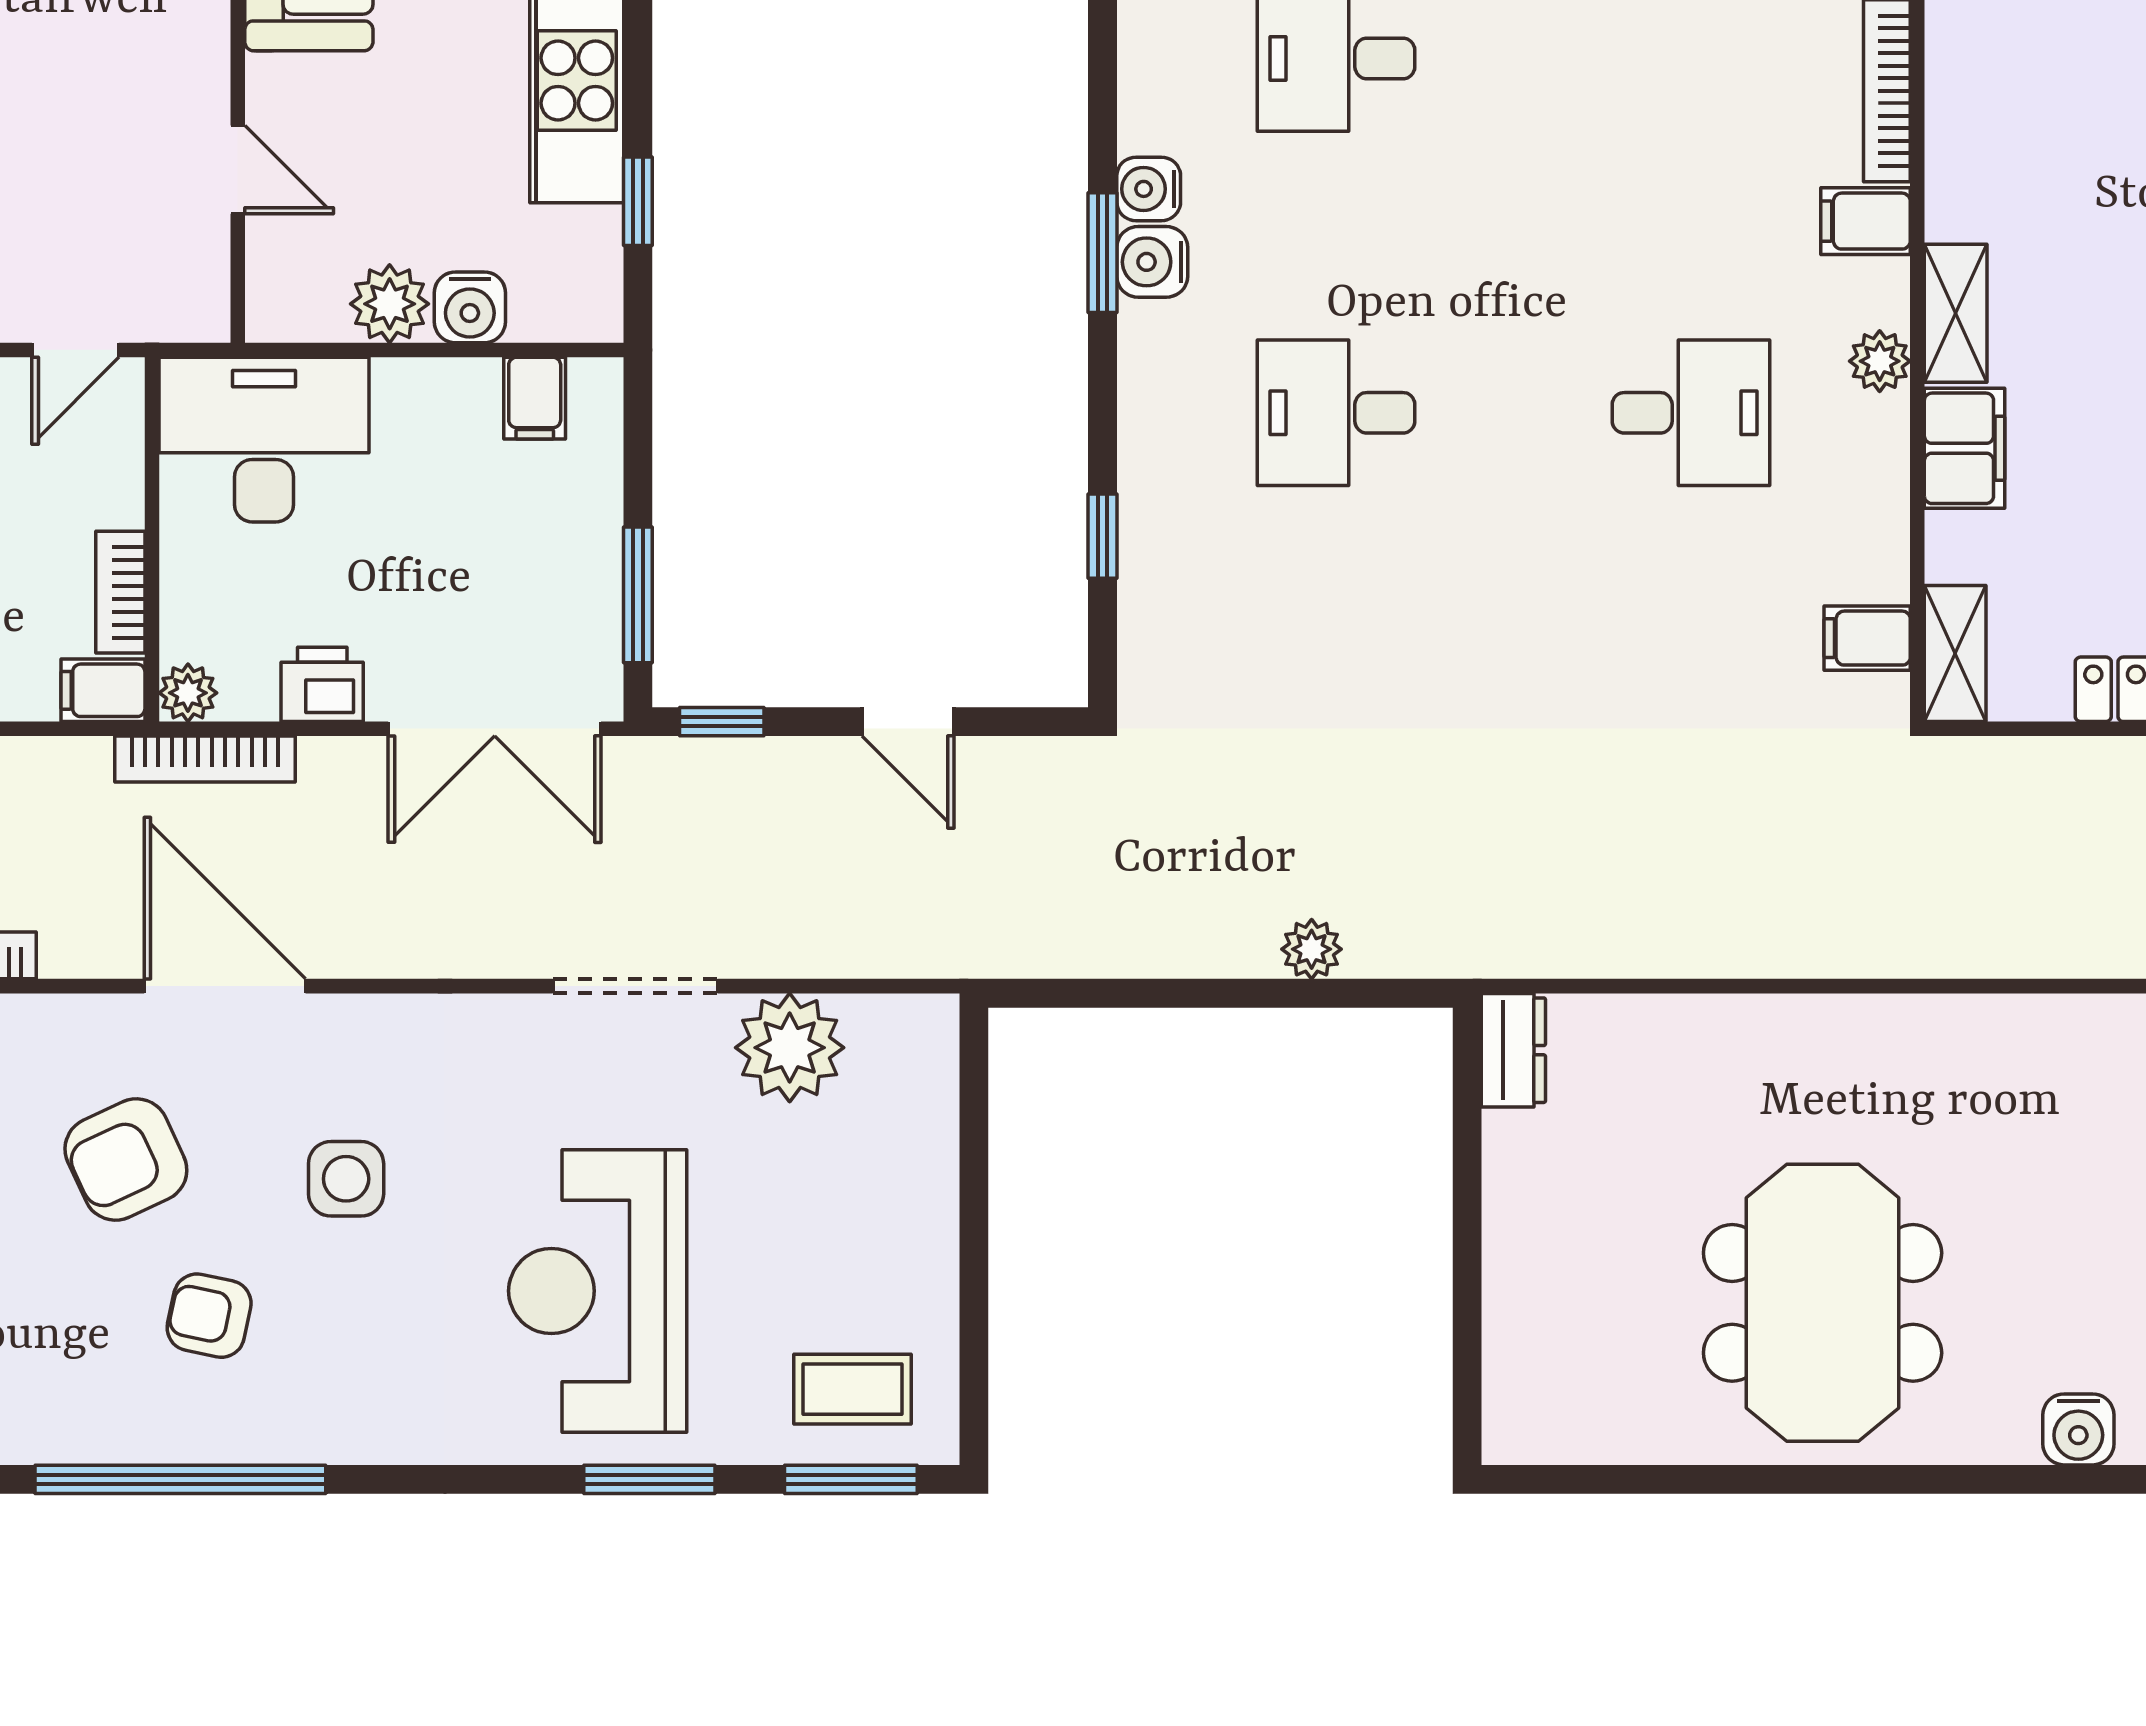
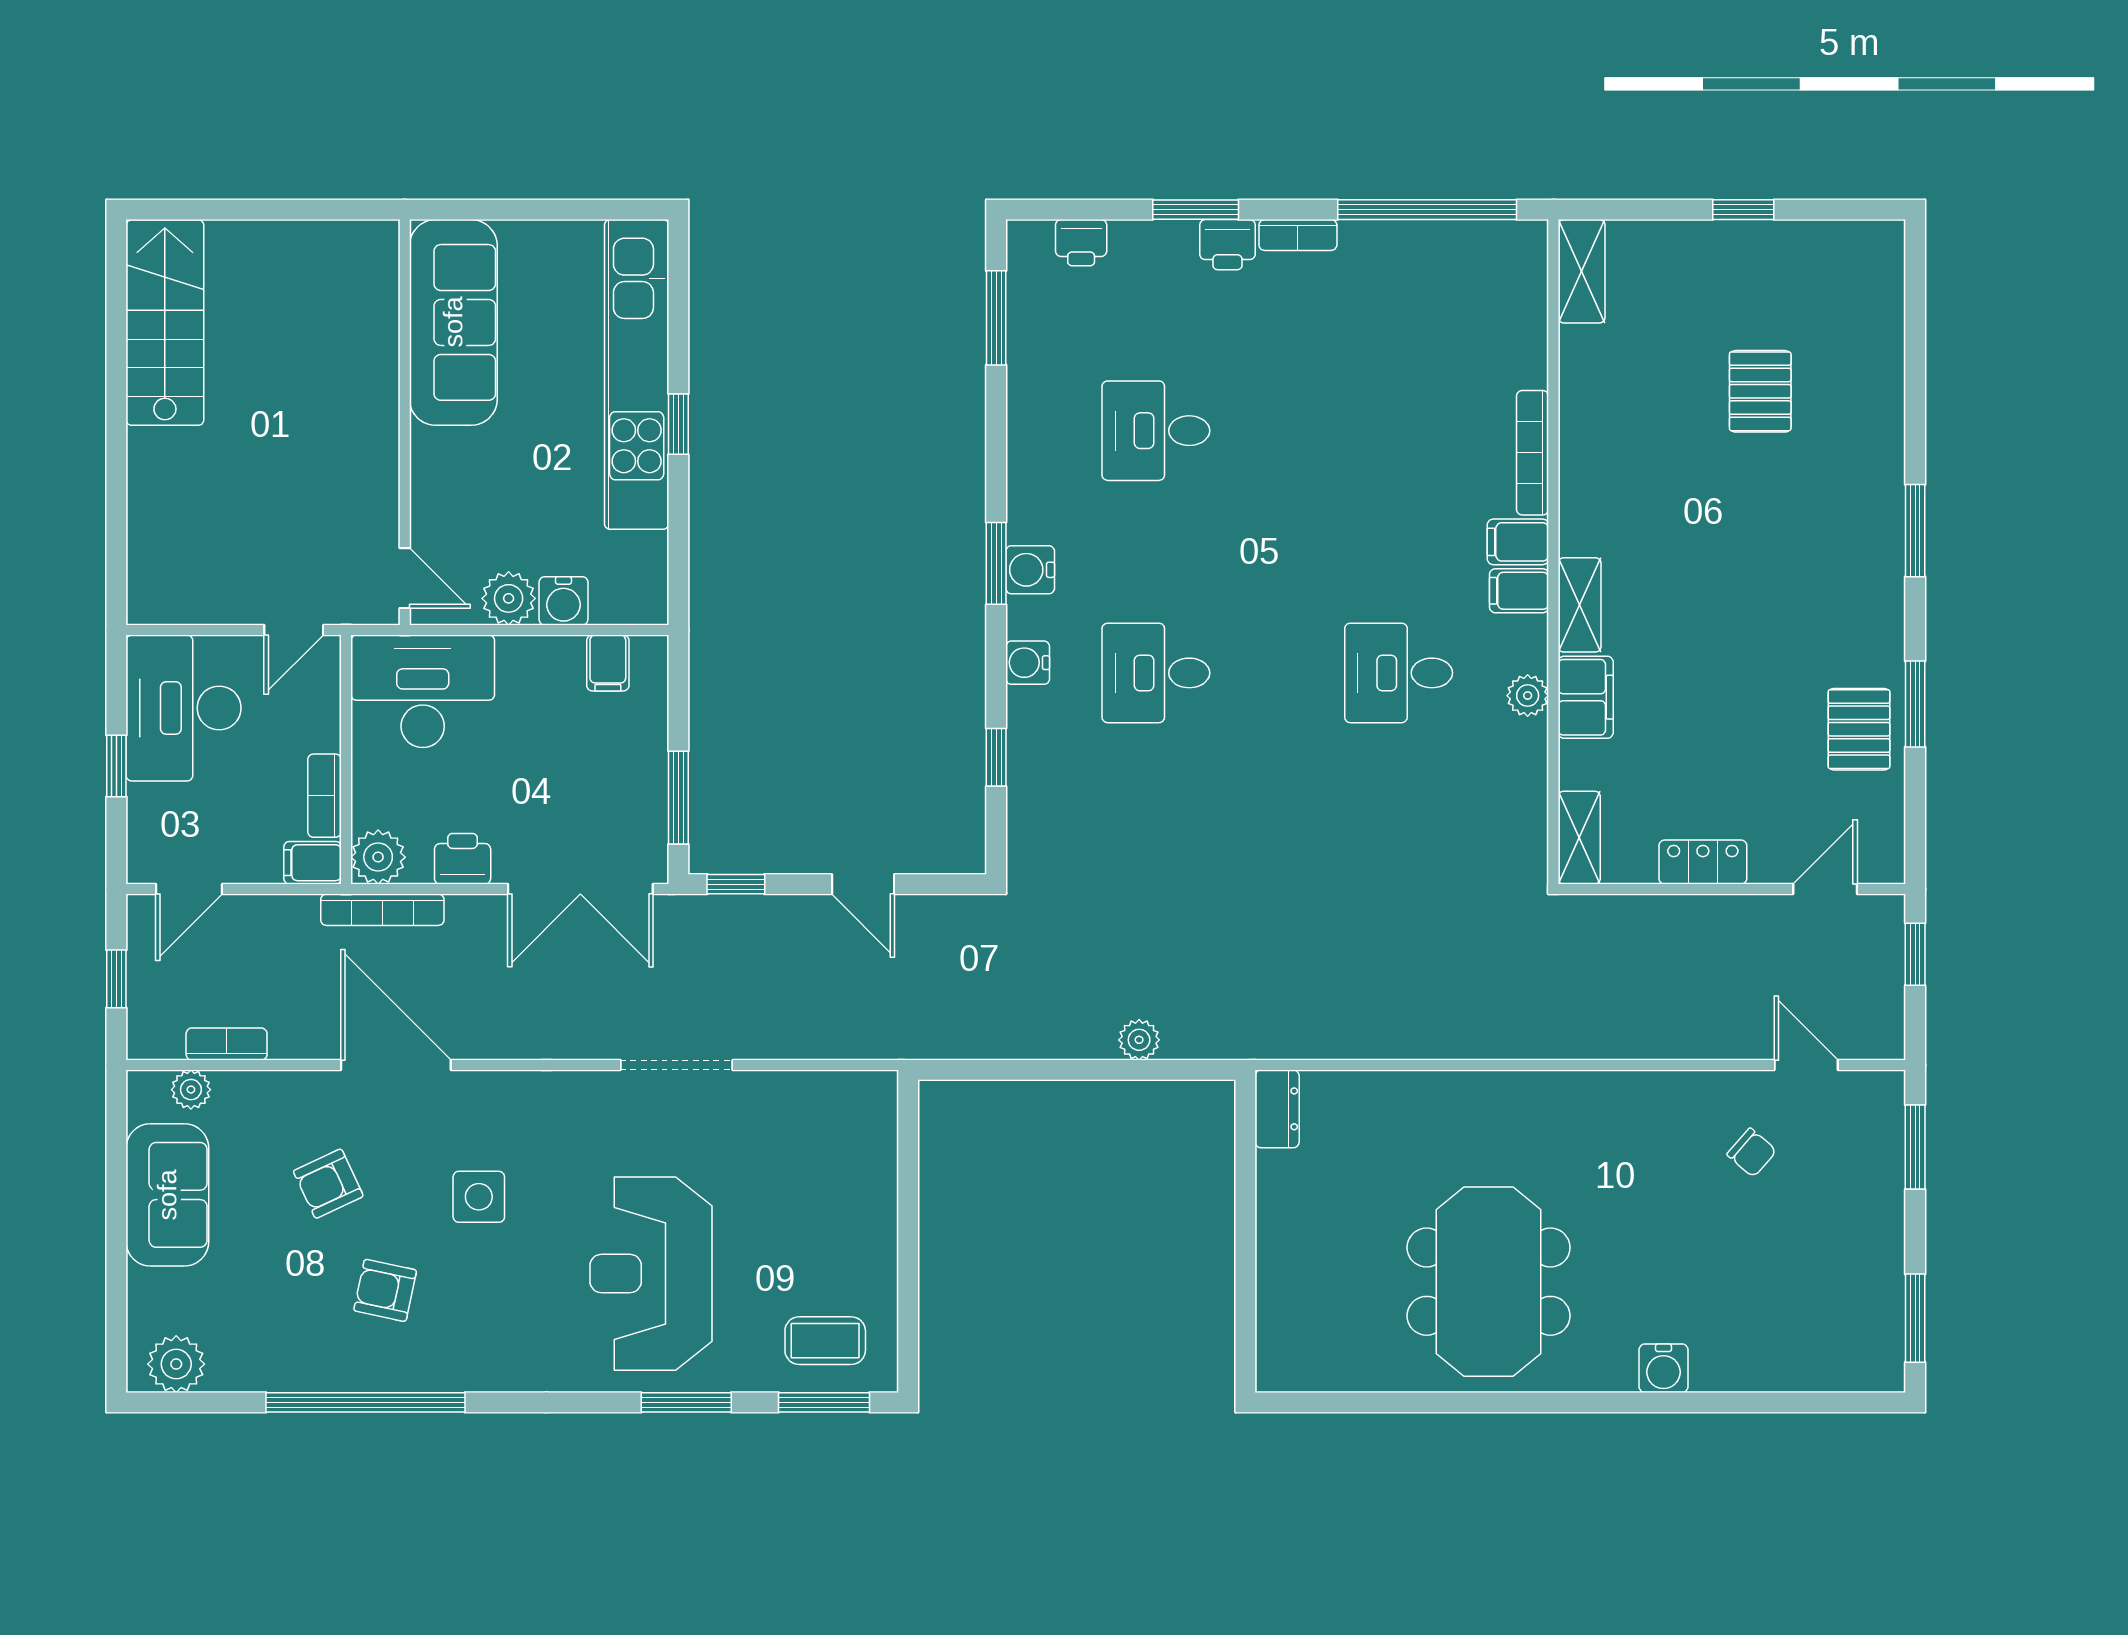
door: (238, 170) -> (405, 578), moved
water cooler: (1149, 189) -> (1028, 663), moved
window: (638, 201) -> (678, 424), moved
plant: (1880, 361) -> (1528, 696), moved
desk: (1691, 413) -> (1399, 673), turned 180
filing cabinet: (1867, 638) -> (1519, 591), moved
plant: (188, 693) -> (378, 857), width x1.38, depth x1.38
plant: (790, 1048) -> (782, 1107), removed
armchair: (126, 1159) -> (328, 1184), width x0.72, depth x0.72

